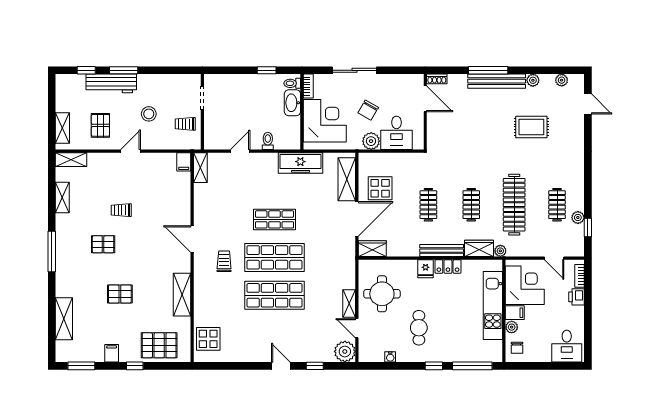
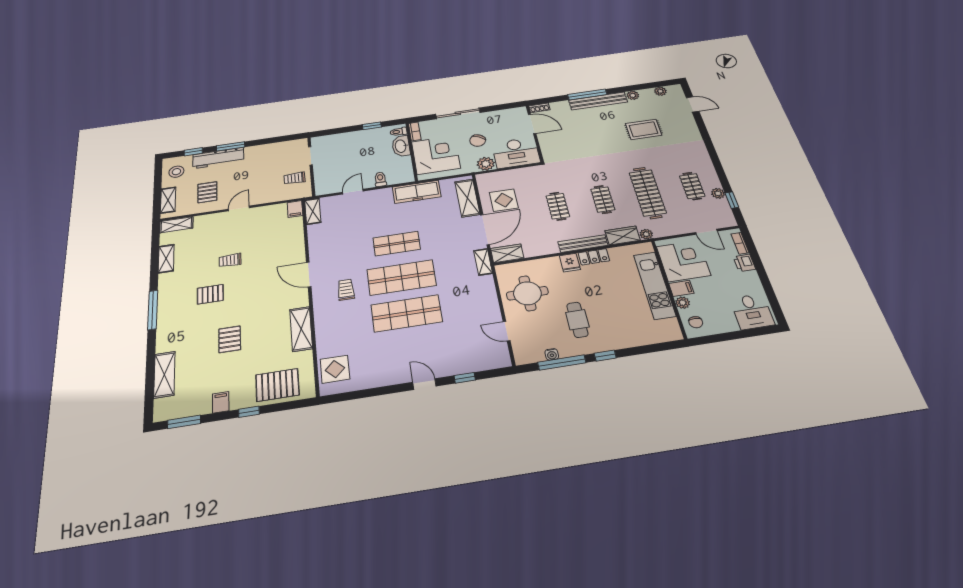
stool: (149, 114) -> (176, 172), moved
desk: (396, 133) -> (516, 153), width x1.37
pallet: (120, 294) -> (230, 339), turned 90
shelving: (349, 304) -> (483, 262), moved
plant: (345, 351) -> (497, 357), removed
window: (472, 366) -> (562, 363), moved

